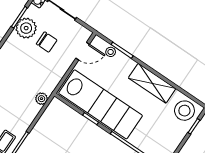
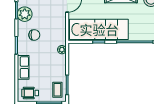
chair: (47, 42) -> (34, 35), moved

